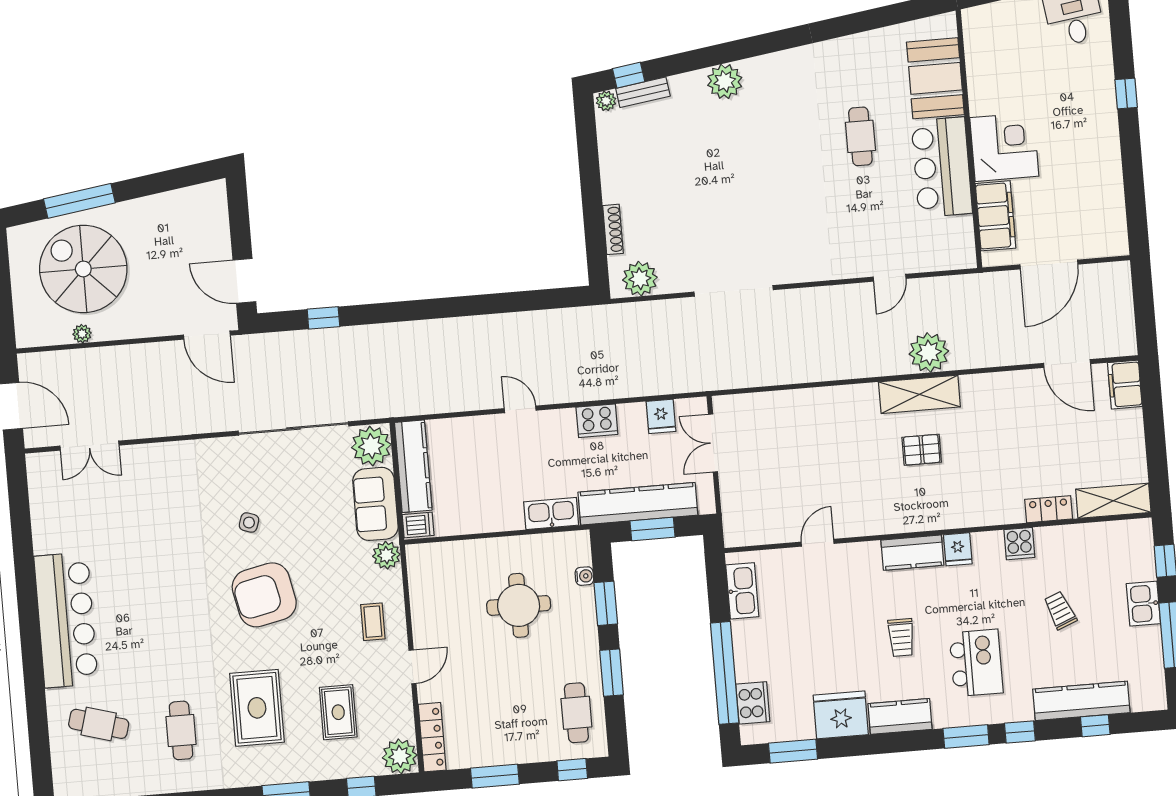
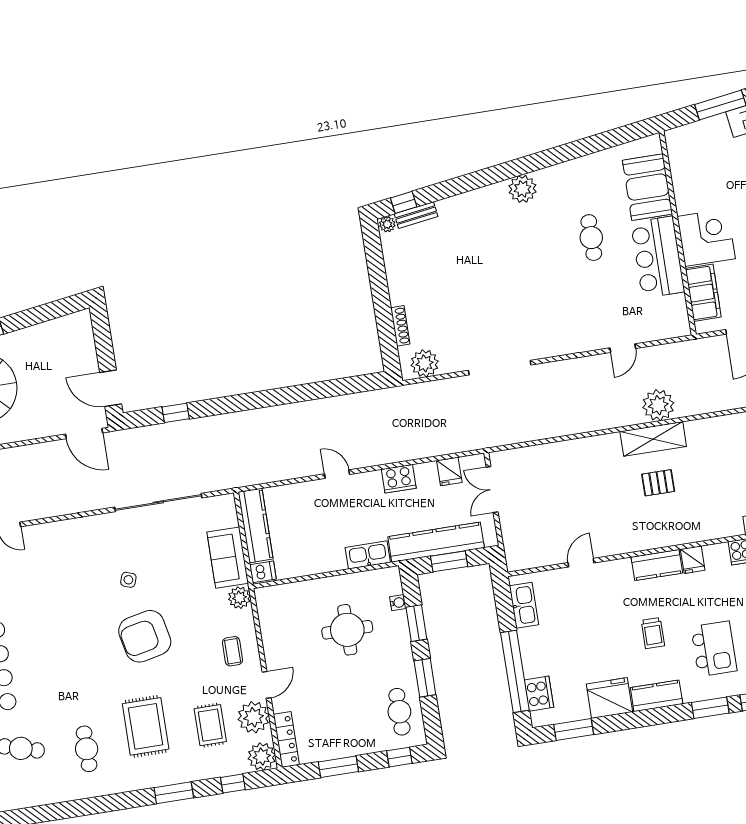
plant: (725, 81) -> (522, 189), moved
plant: (371, 446) -> (254, 717), moved

